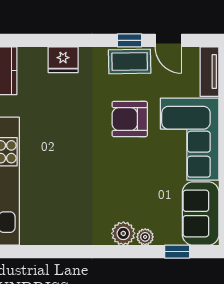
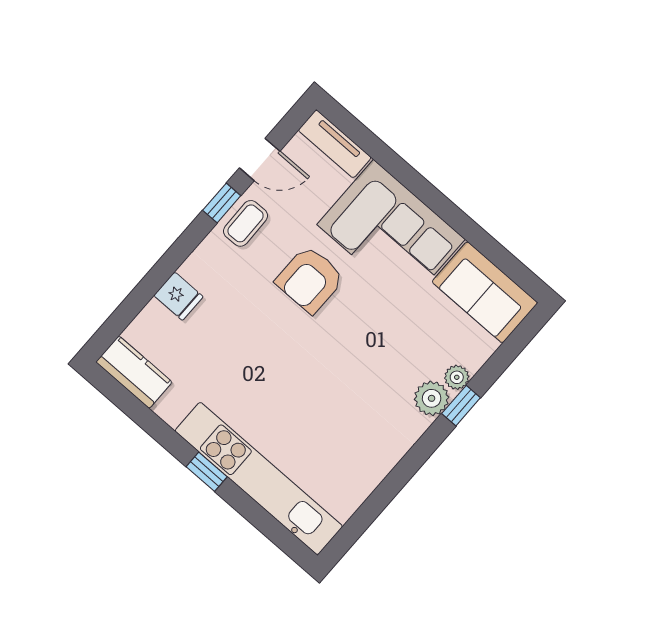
fridge: (63, 60) -> (178, 296), width x0.72
coffee table: (130, 62) -> (246, 223), width x0.73, depth x0.77
window: (177, 252) -> (461, 406), moved

